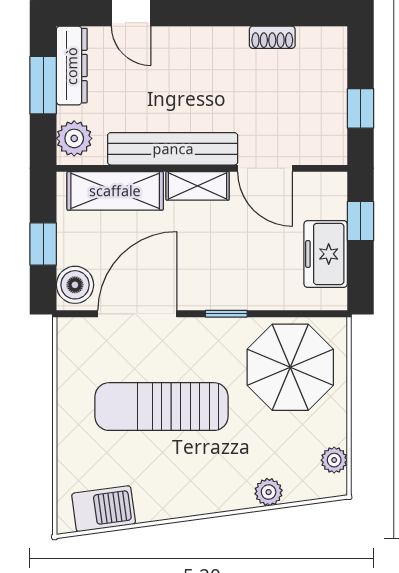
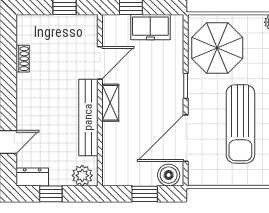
dresser: (72, 66) -> (32, 177), width x0.70
window: (43, 85) -> (51, 194), width x0.67
shelving: (115, 191) -> (113, 151), removed
door: (137, 314) -> (186, 138), hinge flipped

